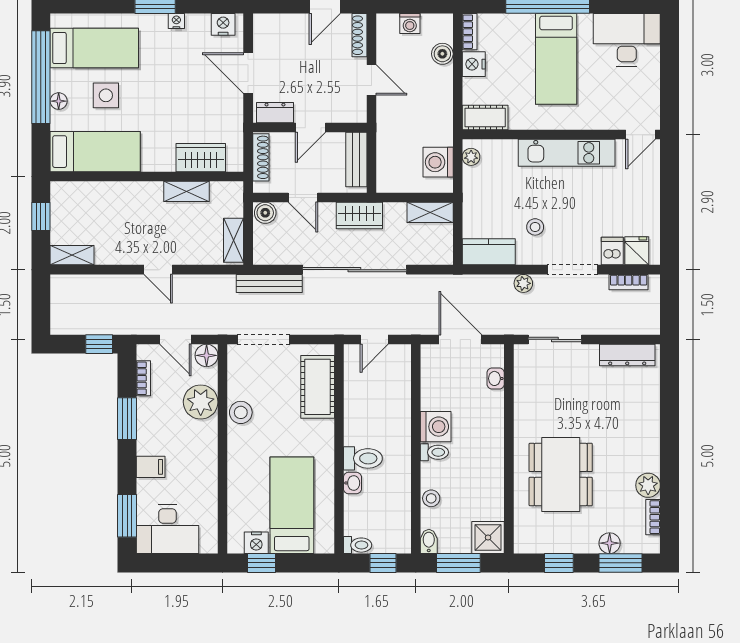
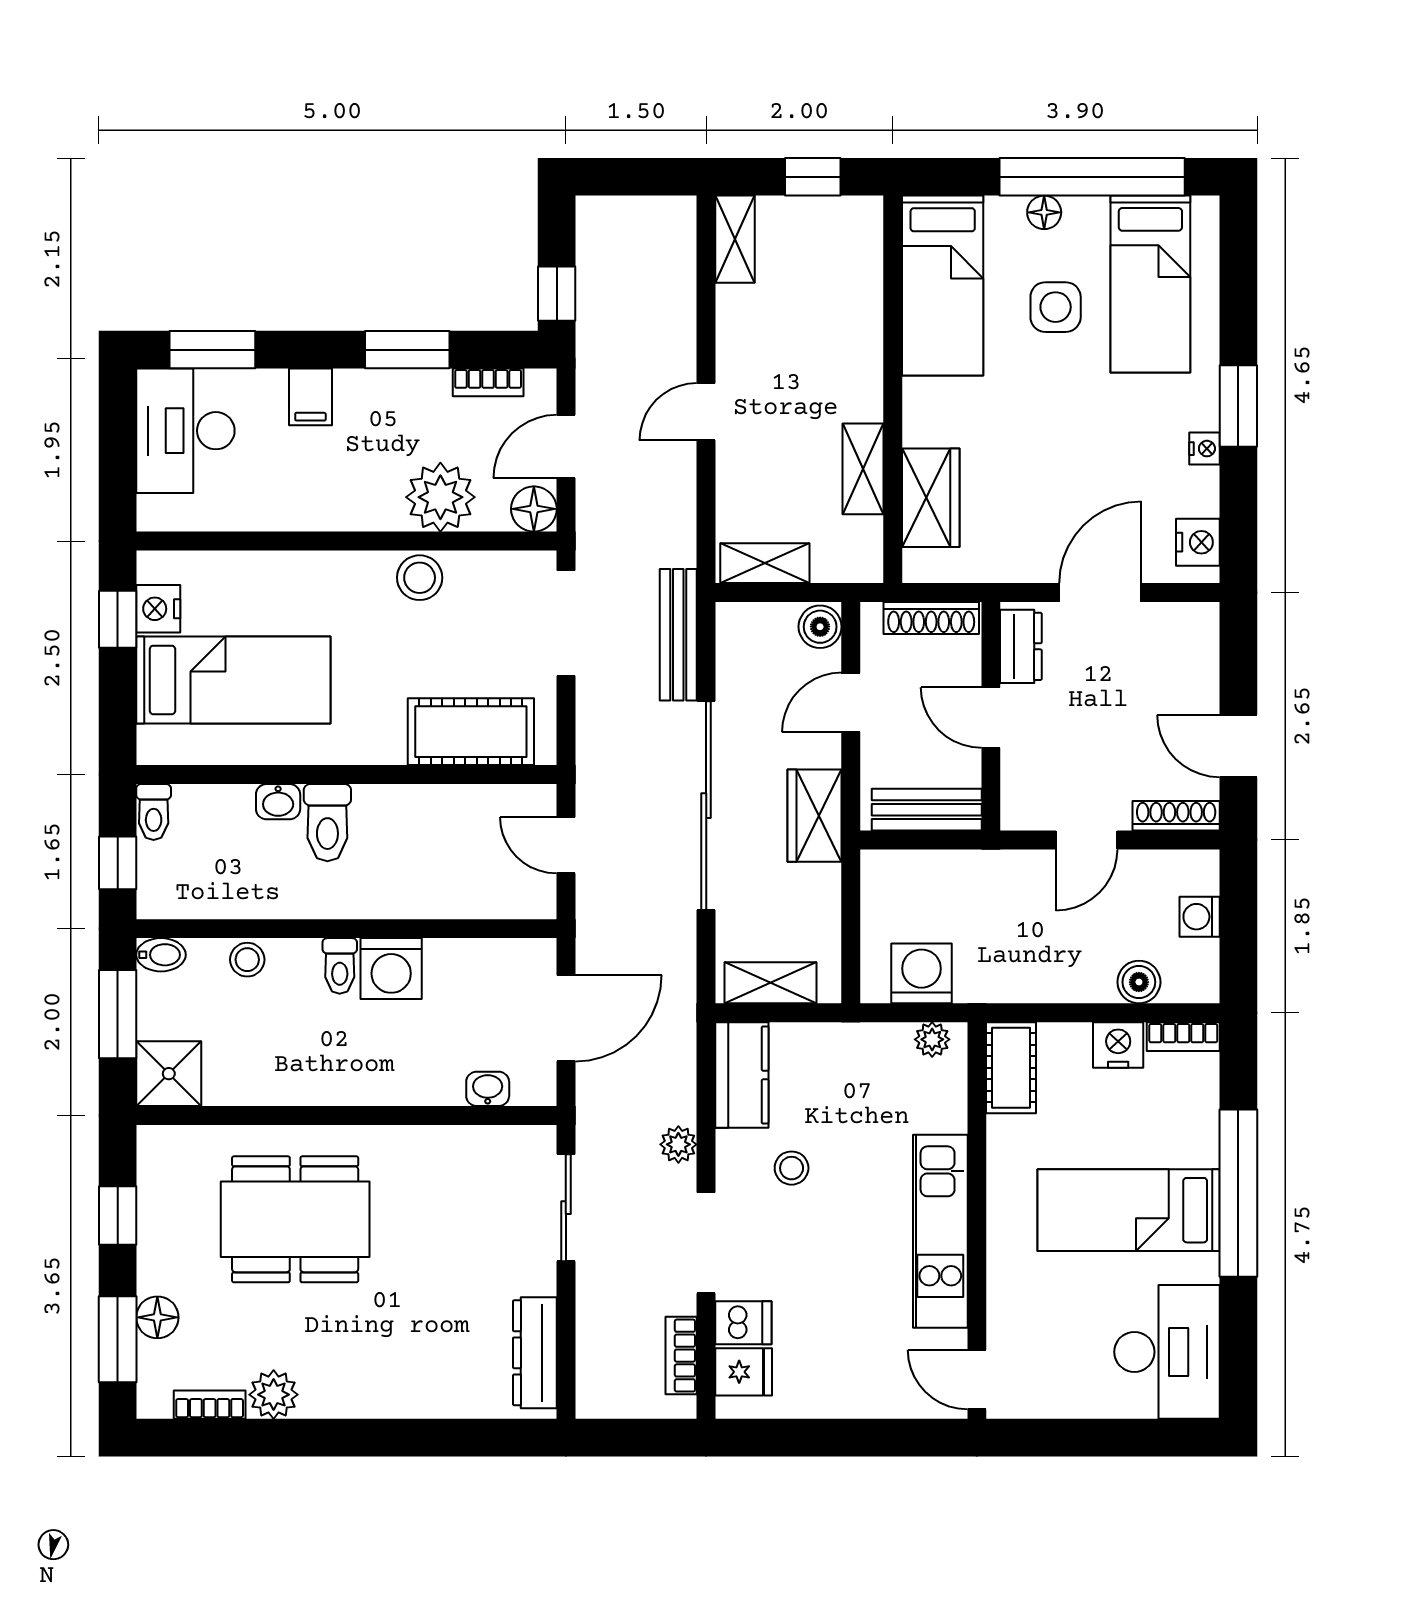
shelving: (430, 212) -> (771, 983), moved, turned 90

